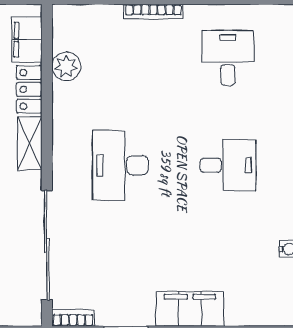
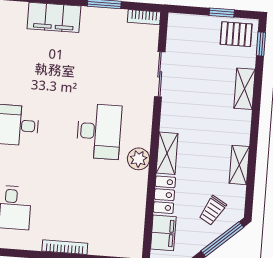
plant: (66, 66) -> (138, 159), moved
sliding door: (47, 245) -> (160, 74), width x0.54

